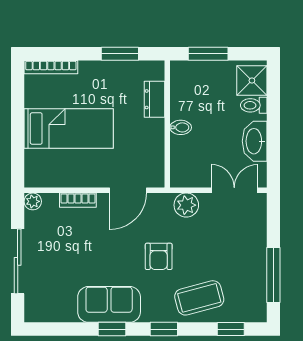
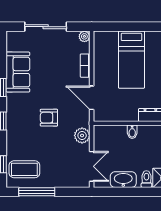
coffee table: (199, 298) -> (24, 169), moved, turned -75
sofa: (109, 304) -> (18, 72), moved

